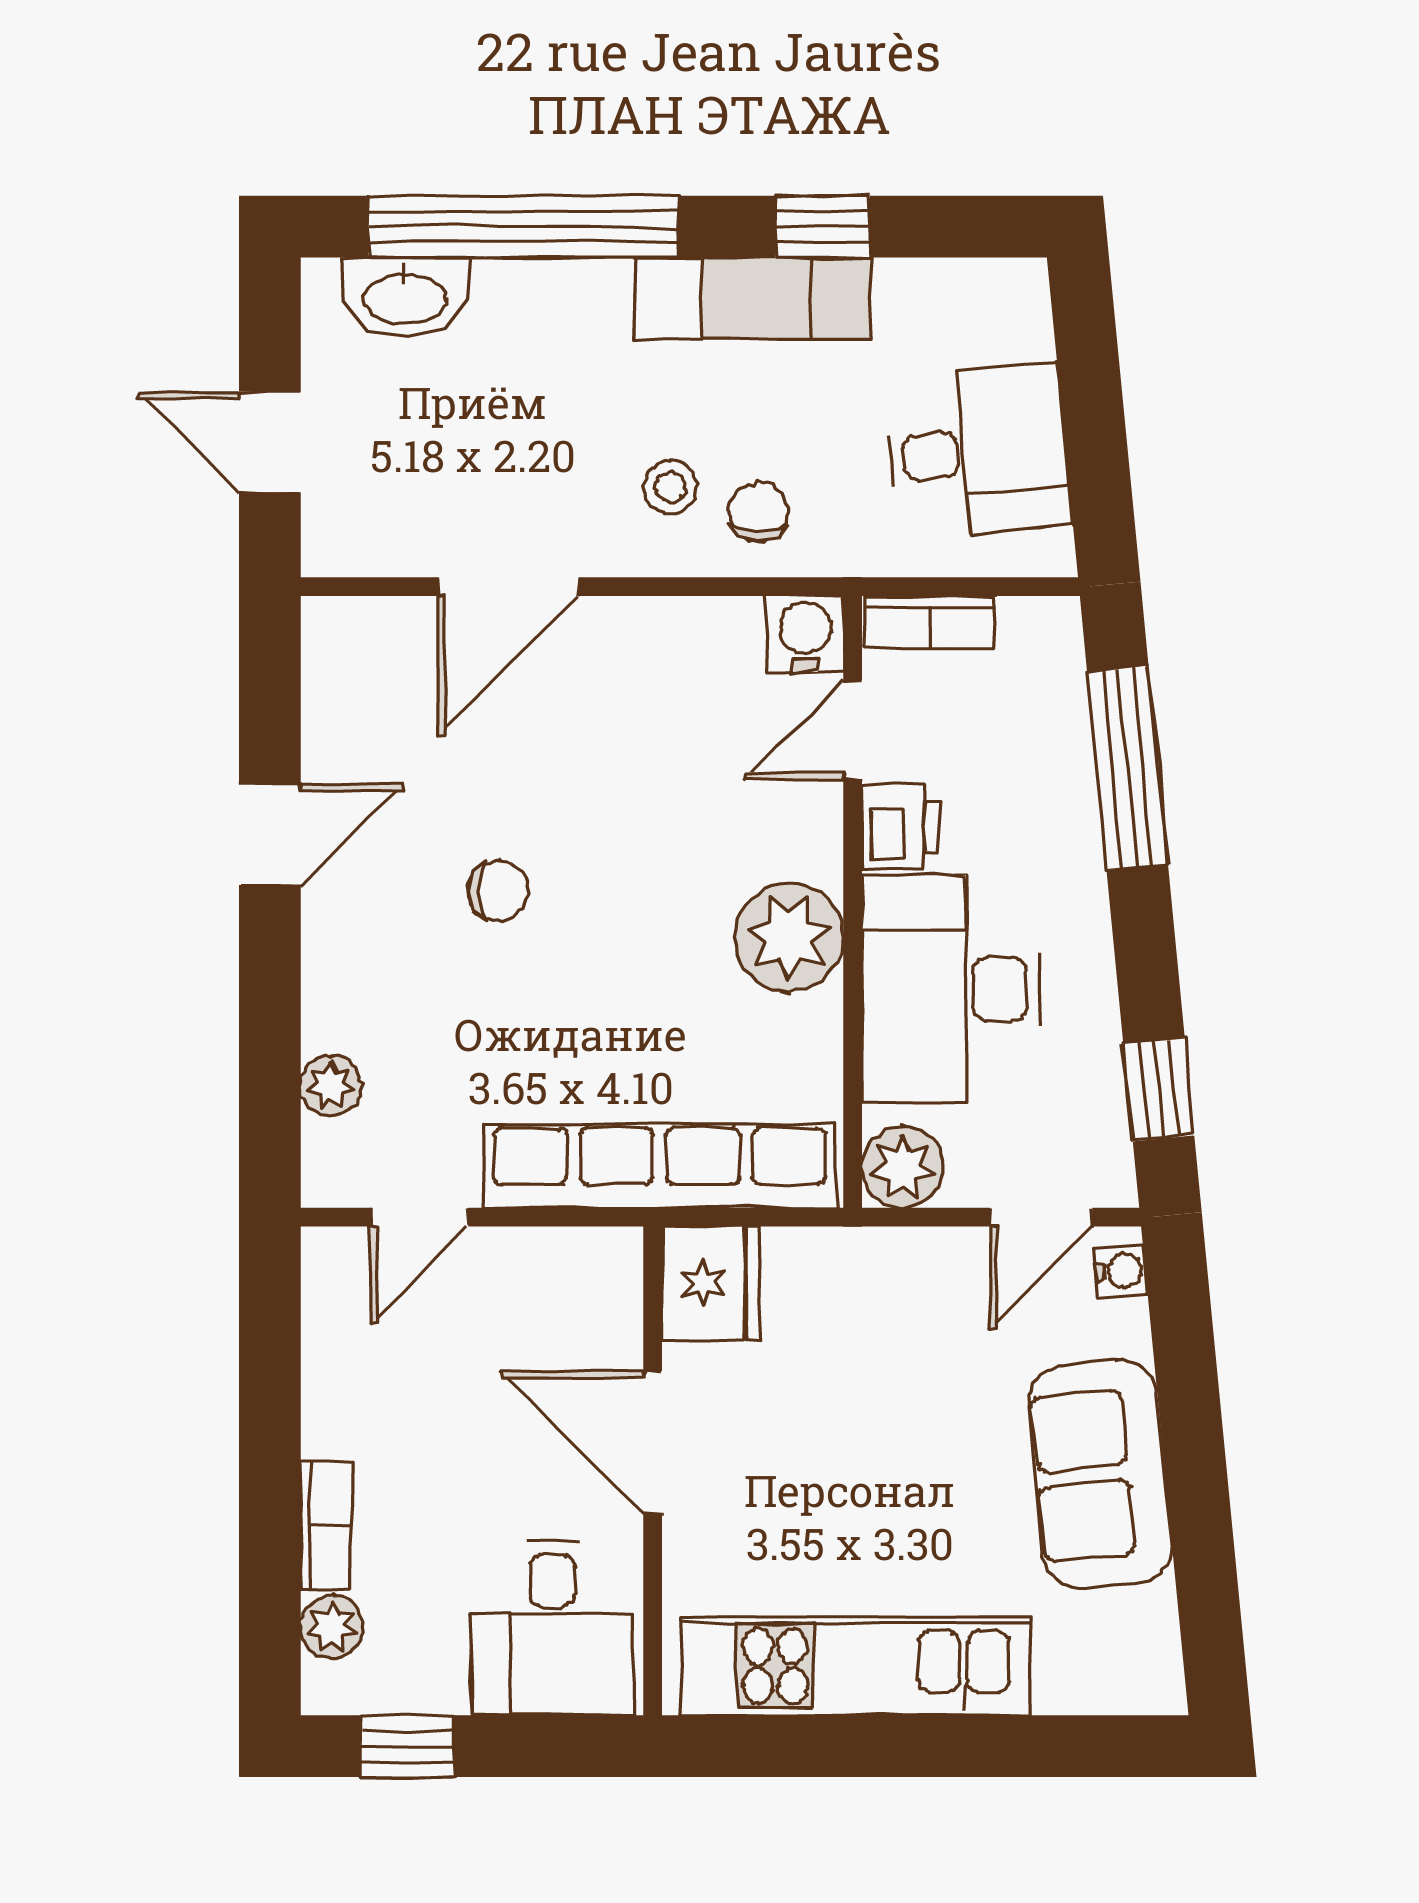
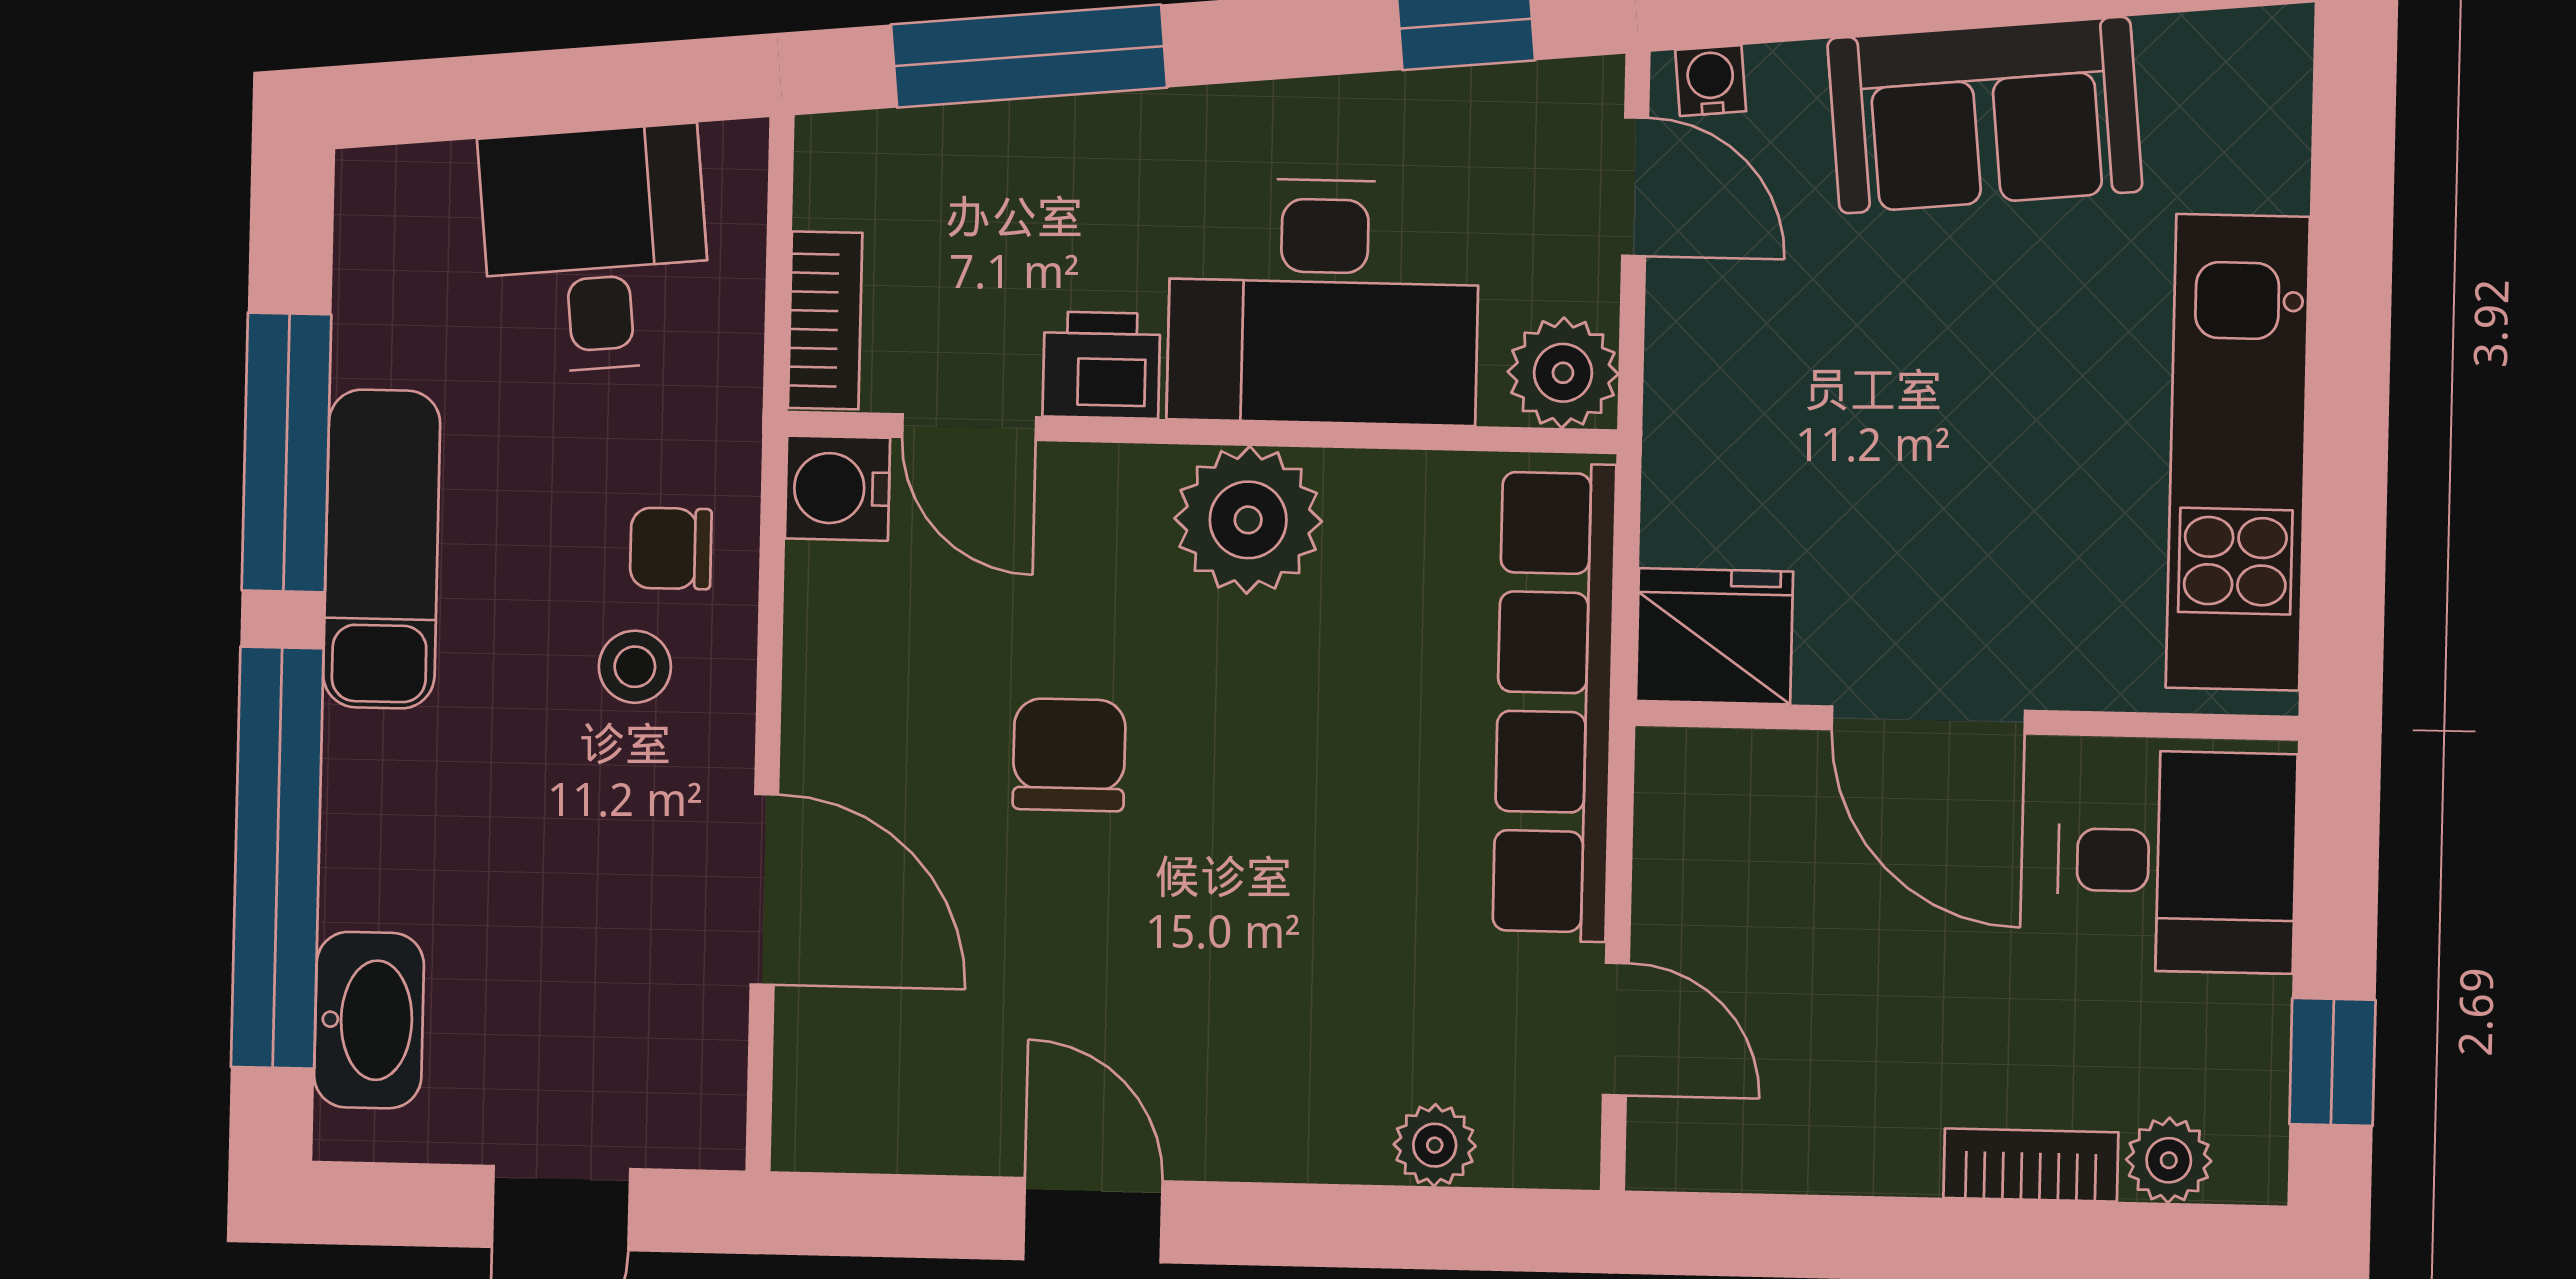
window: (823, 227) -> (286, 452), width x2.17
chair: (498, 891) -> (1069, 755), moved, width x1.37, depth x1.37
door: (653, 1442) -> (1928, 720), hinge flipped

